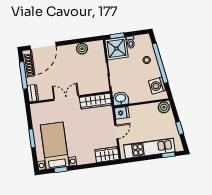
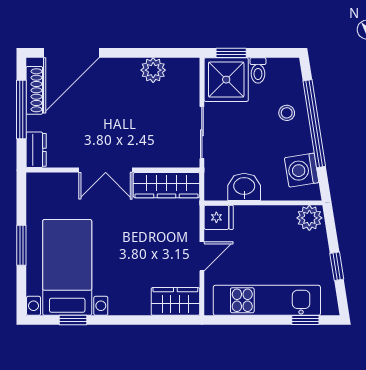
double door: (66, 98) -> (106, 170), swing flipped
washbasin: (121, 99) -> (244, 187), moved

